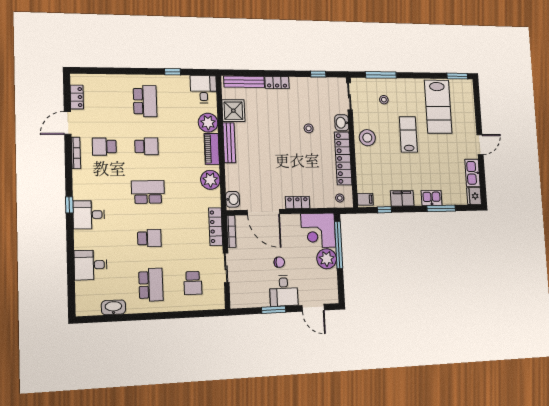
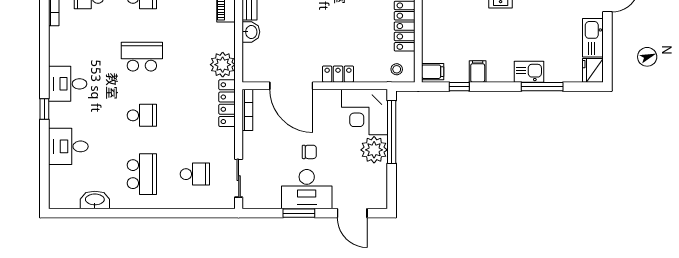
plant: (210, 180) -> (223, 65), moved
filing cabinet: (402, 198) -> (478, 71), width x0.50
washbasin: (233, 199) -> (251, 32), moved
window: (69, 205) -> (44, 109), moved
sliding door: (226, 268) -> (239, 178), moved
school desk: (193, 283) -> (195, 174), turned -90
desk: (284, 291) -> (307, 189), width x1.37

